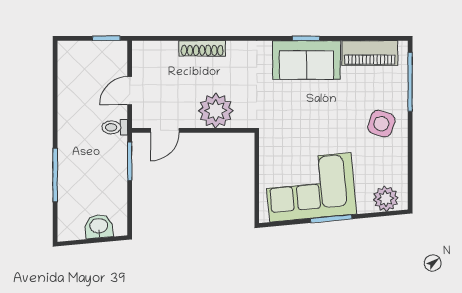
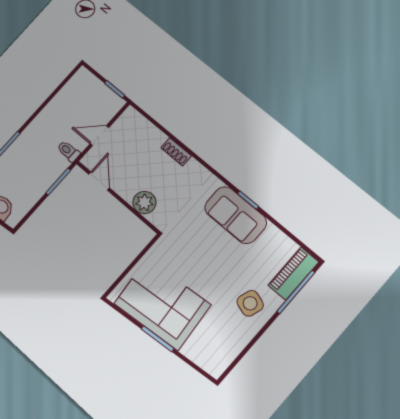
shoe rack: (202, 48) -> (176, 152), width x0.70
piano: (370, 53) -> (293, 274), moved, turned 90
plant: (216, 111) -> (144, 203), width x0.73, depth x0.73
door: (165, 130) -> (99, 181), swing flipped
plant: (386, 199) -> (208, 359), removed

